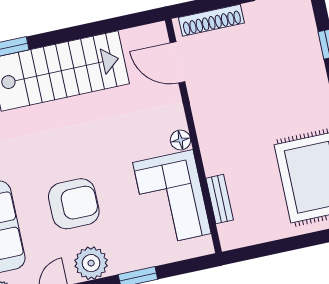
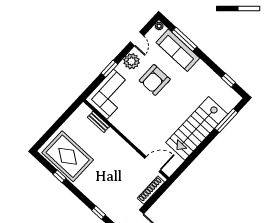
floor lamp: (181, 140) -> (130, 134), removed
corner sofa: (172, 198) -> (110, 94), moved, turned 90

